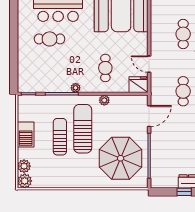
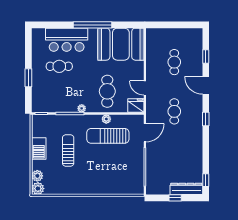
window: (14, 52) -> (28, 78), added
cafe table: (105, 68) -> (107, 91), width x1.37, depth x1.35
sun lounger: (83, 129) -> (108, 136), moved, turned -90
parasol: (121, 158) -> (120, 169), removed

